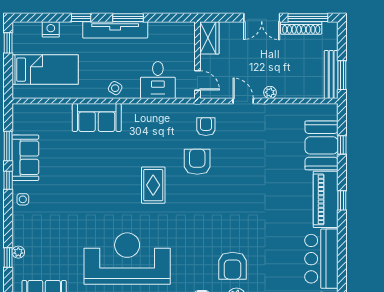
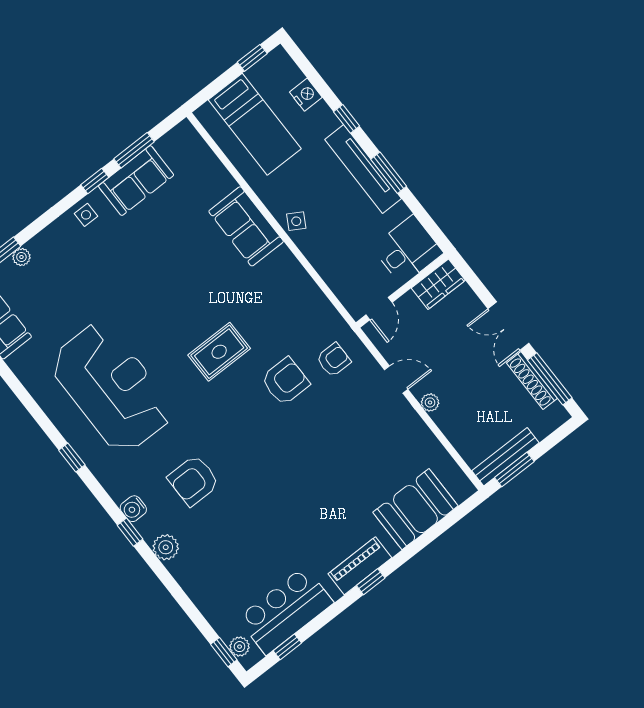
desk: (158, 80) -> (407, 250), moved, turned 180
door: (243, 101) -> (396, 380), hinge flipped
window: (342, 145) -> (287, 647), moved
piano: (326, 199) -> (360, 566), width x0.73, depth x0.75
armchair: (233, 266) -> (194, 480), moved

